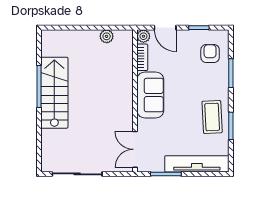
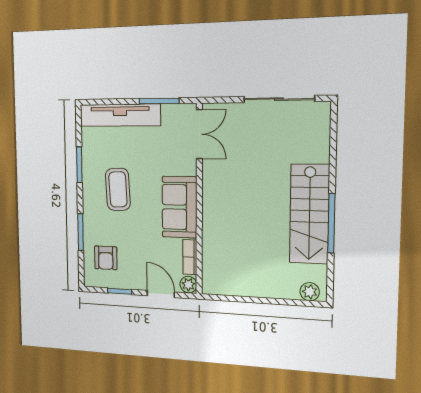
plant: (107, 36) -> (310, 292), moved
coffee table: (212, 117) -> (118, 189), moved

